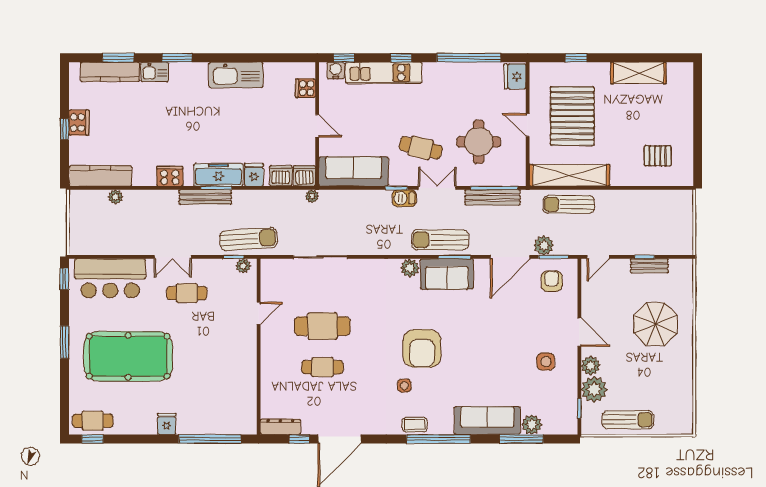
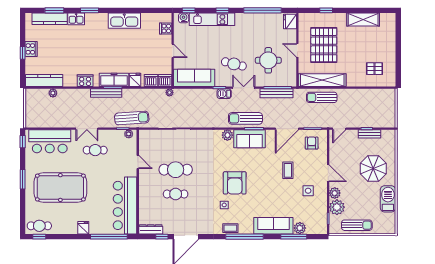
plant: (544, 245) -> (307, 122), removed
door: (259, 313) -> (138, 162), hinge flipped
coffee table: (512, 327) -> (288, 170), added
barbecue: (680, 375) -> (388, 199), added
bar counter: (237, 386) -> (125, 205), added

